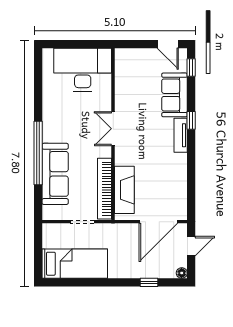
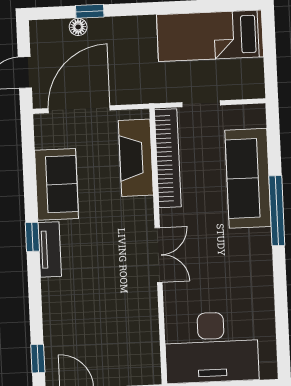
sofa: (175, 95) -> (57, 184), moved
window: (191, 120) -> (32, 237), moved
window: (38, 153) -> (277, 211), width x0.68
floor lamp: (182, 273) -> (78, 27), moved

